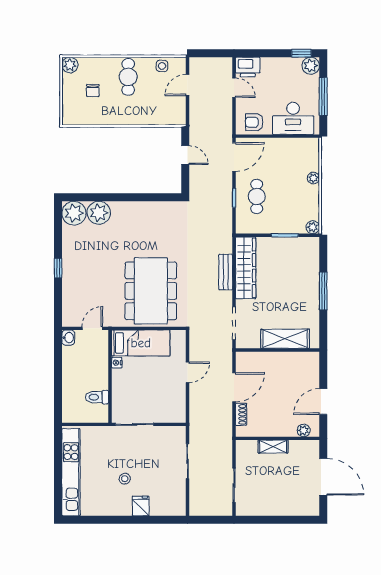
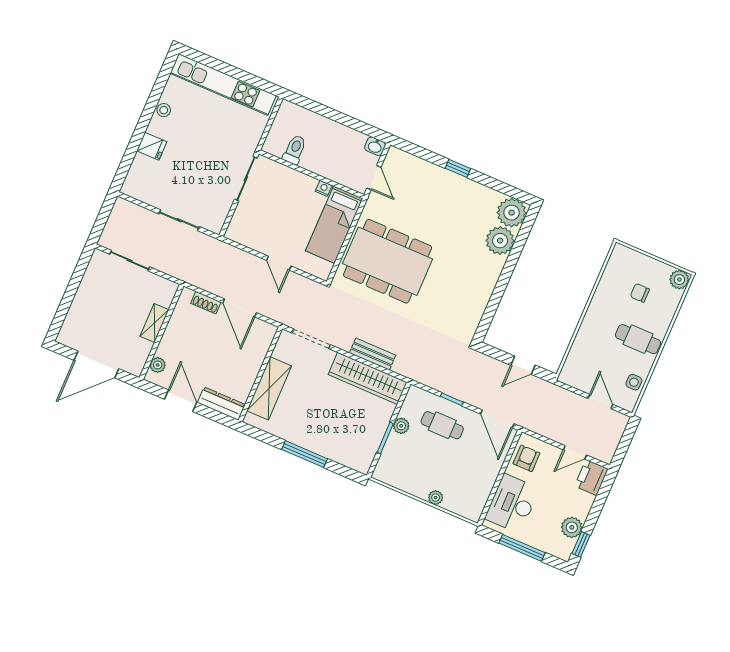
plant: (311, 66) -> (572, 527), moved
plant: (313, 227) -> (401, 426), moved
dresser: (312, 370) -> (221, 404), added
stool: (125, 479) -> (164, 110), moved

